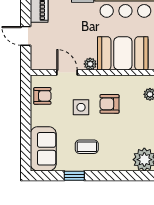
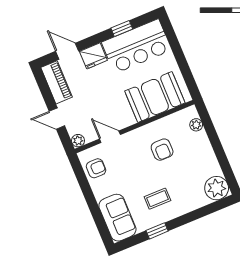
plant: (90, 64) -> (78, 141), moved
armchair: (109, 104) -> (162, 150), turned -90
side table: (81, 107) -> (137, 164), removed

